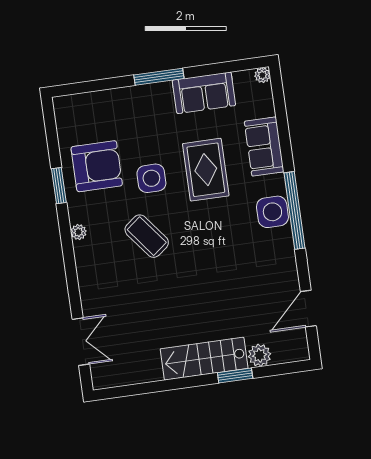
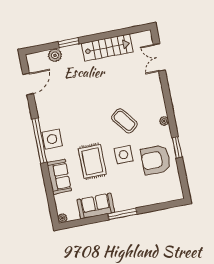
stairs: (204, 359) -> (107, 48), moved

